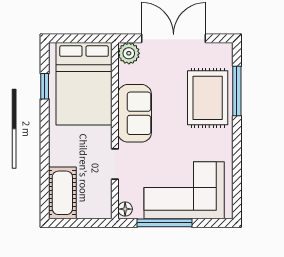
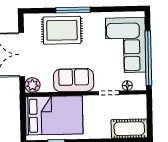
window: (237, 91) -> (73, 10), moved
floor lamp: (125, 209) -> (127, 86), moved
window: (165, 223) -> (148, 58), width x1.46

